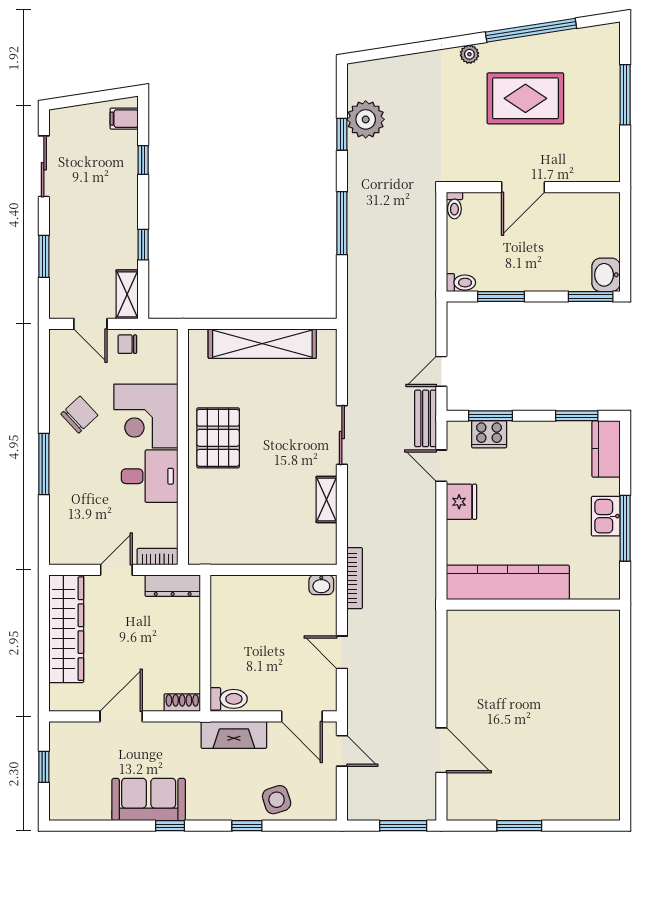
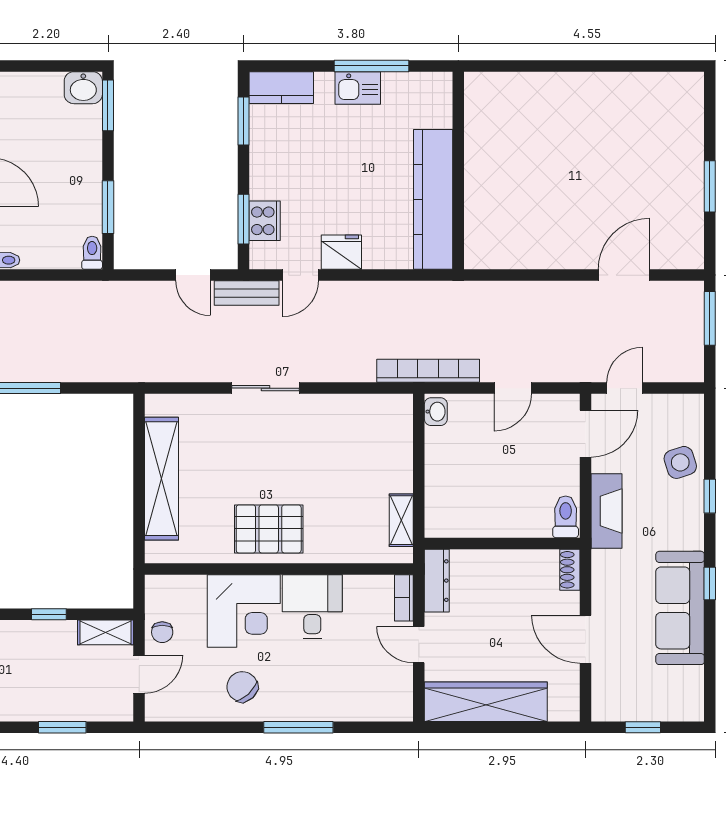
shelving: (327, 499) -> (401, 520), moved, turned 90
bookcase: (355, 578) -> (428, 371), width x1.48, depth x1.31
sofa: (149, 800) -> (680, 608), width x1.36

